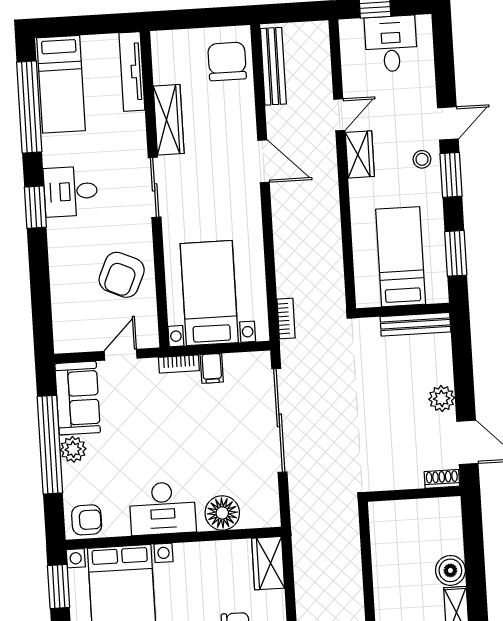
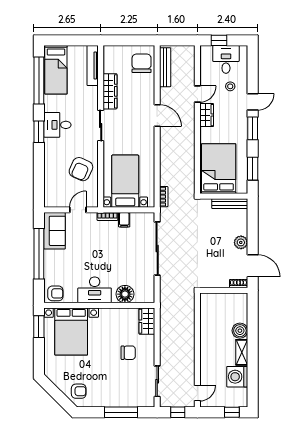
stool: (422, 159) -> (230, 86), moved
bed: (401, 257) -> (219, 169), width x1.50
plant: (73, 449) -> (51, 257), removed

